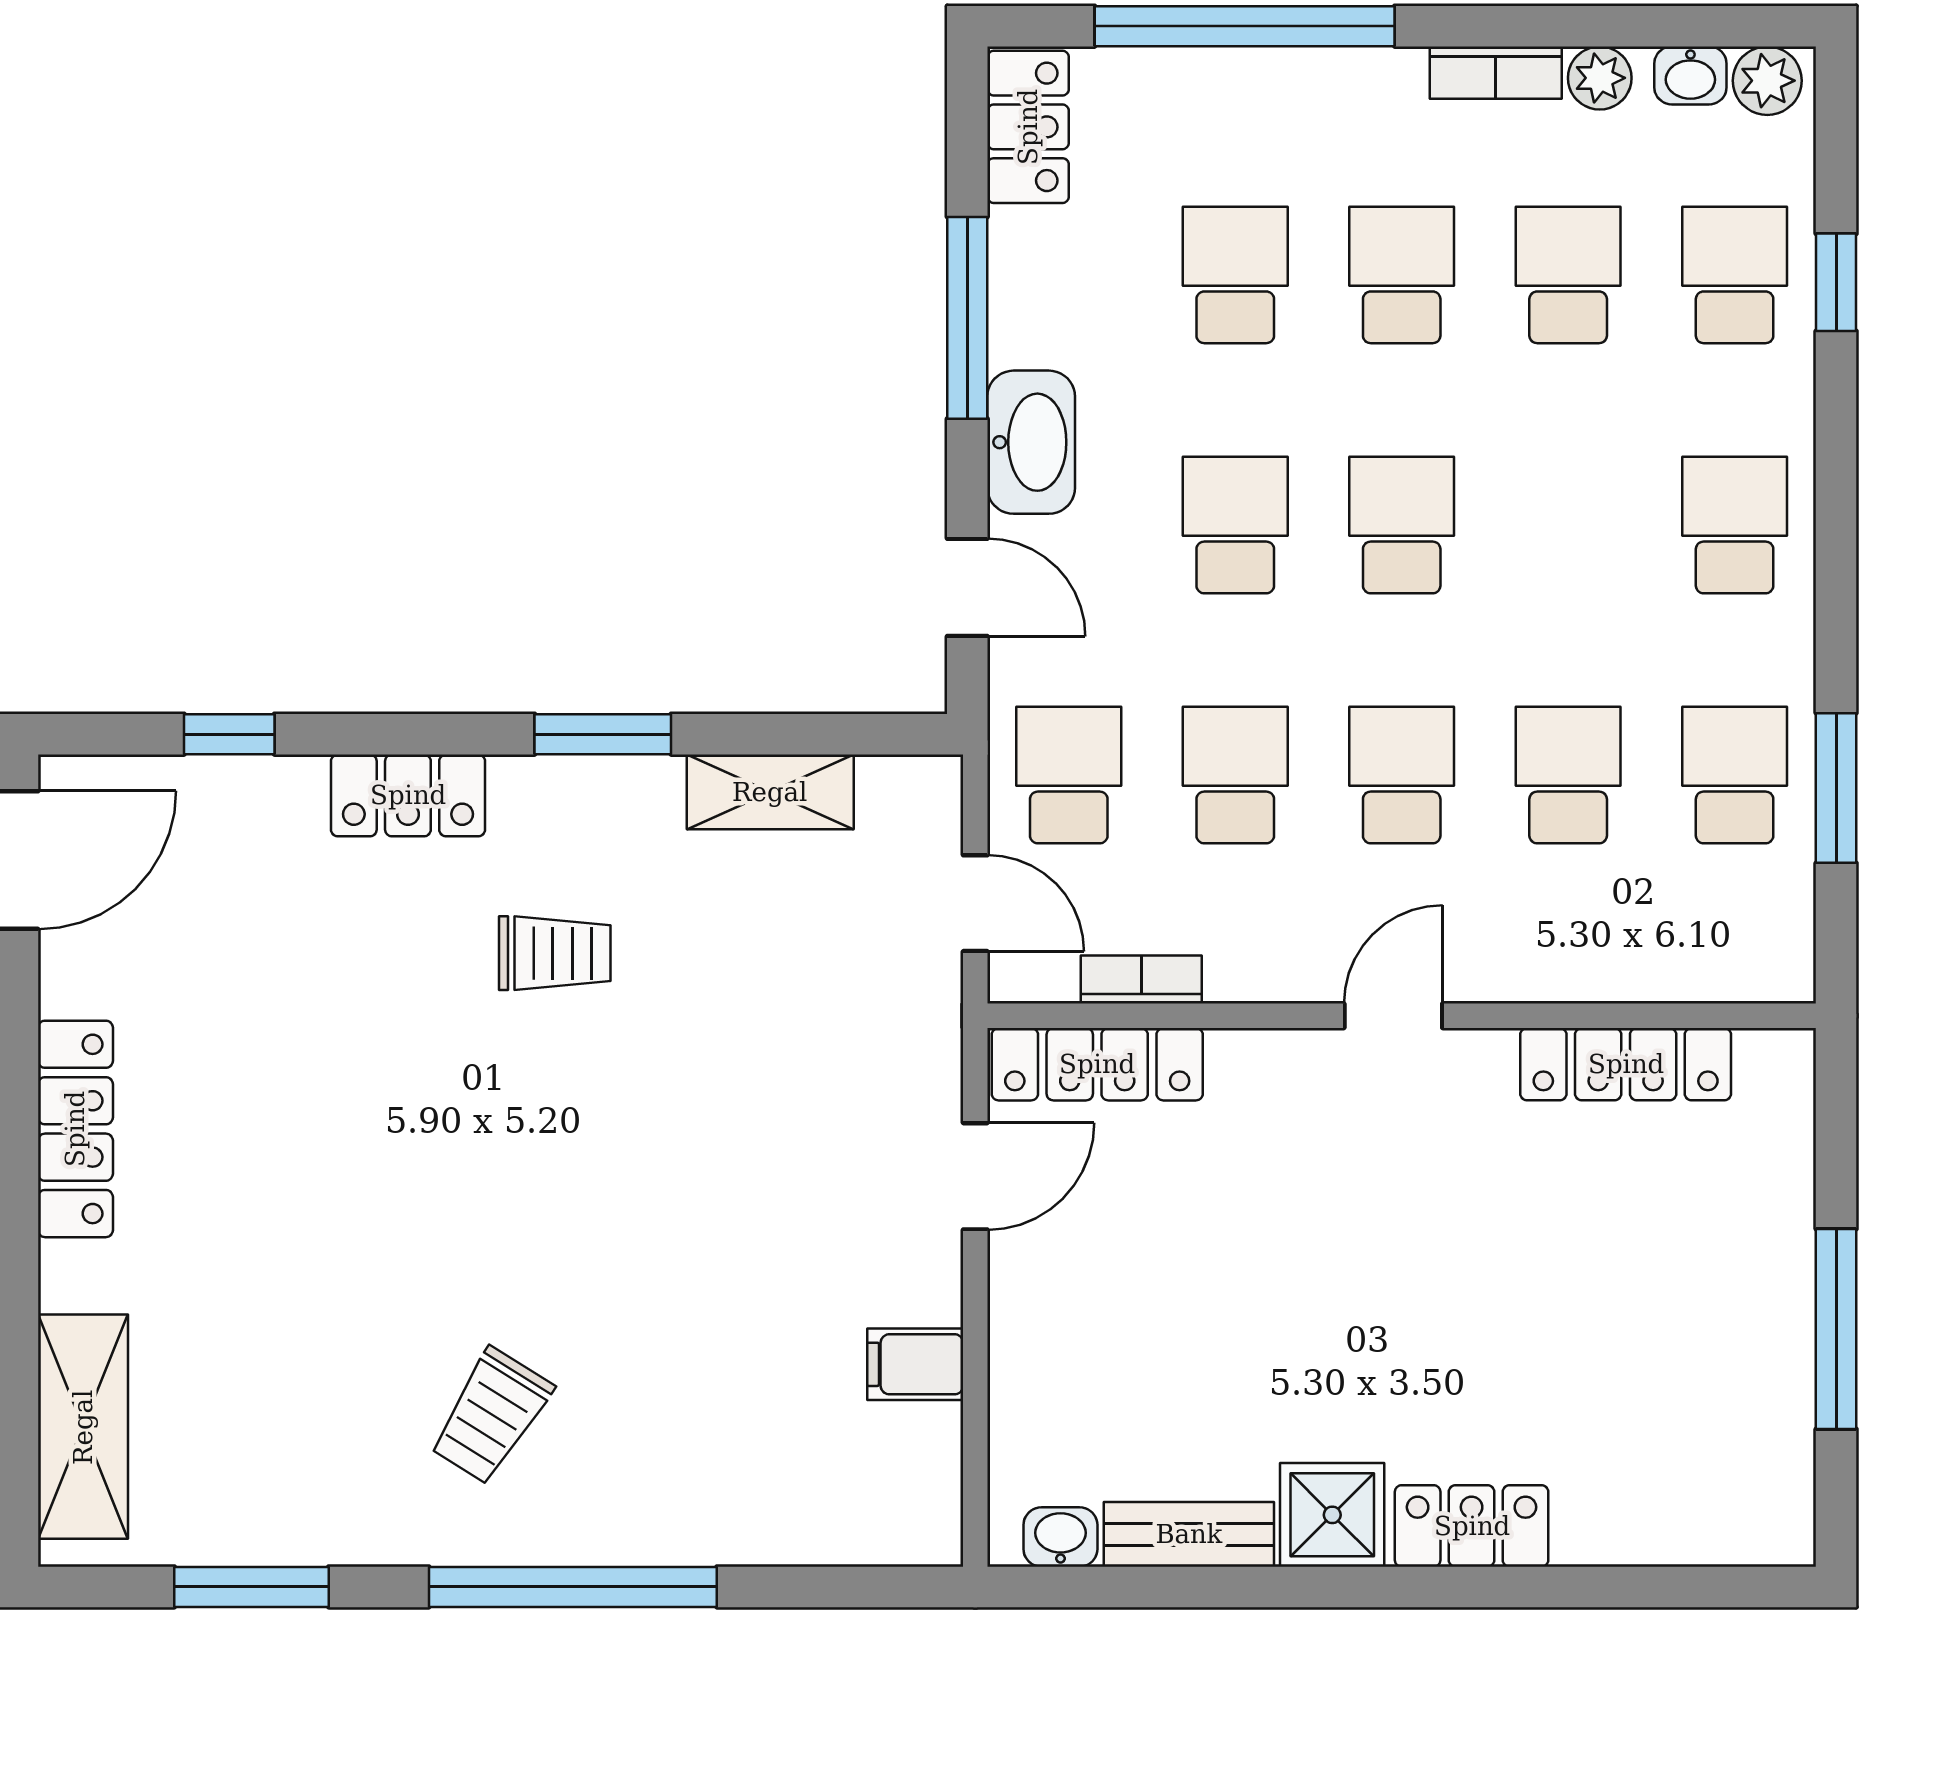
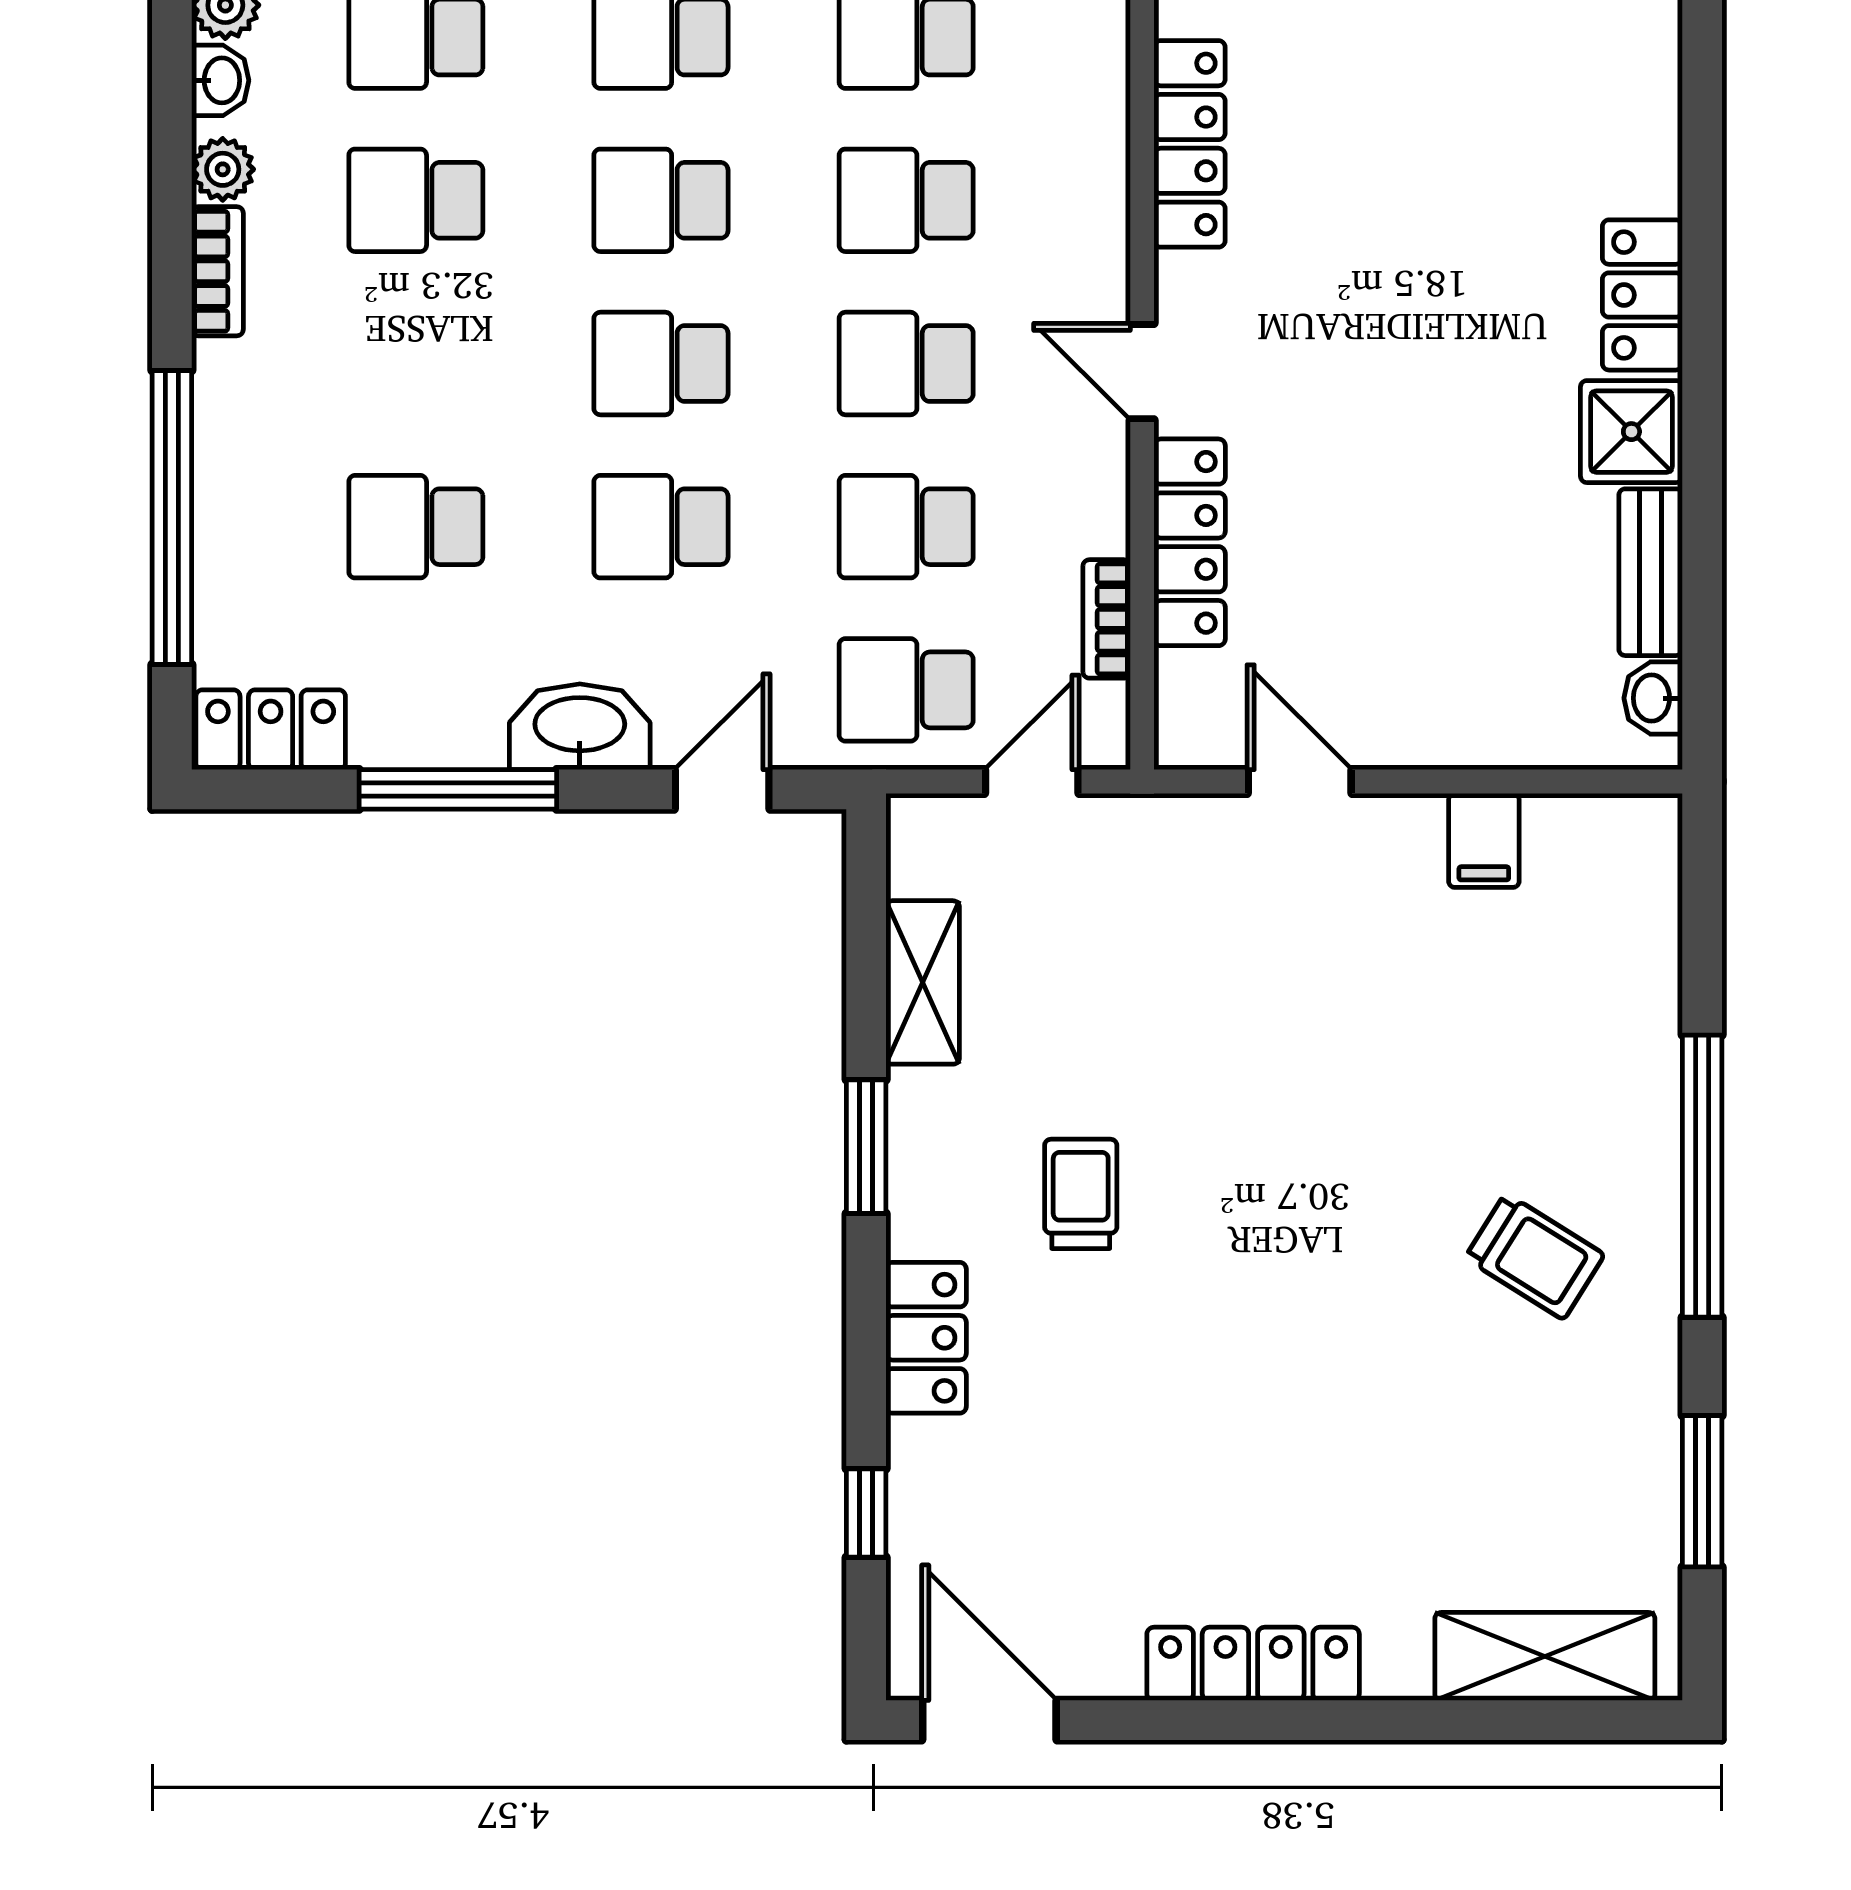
school desk: (1402, 275) -> (661, 200), moved
locker: (1097, 1064) -> (1190, 542), moved

